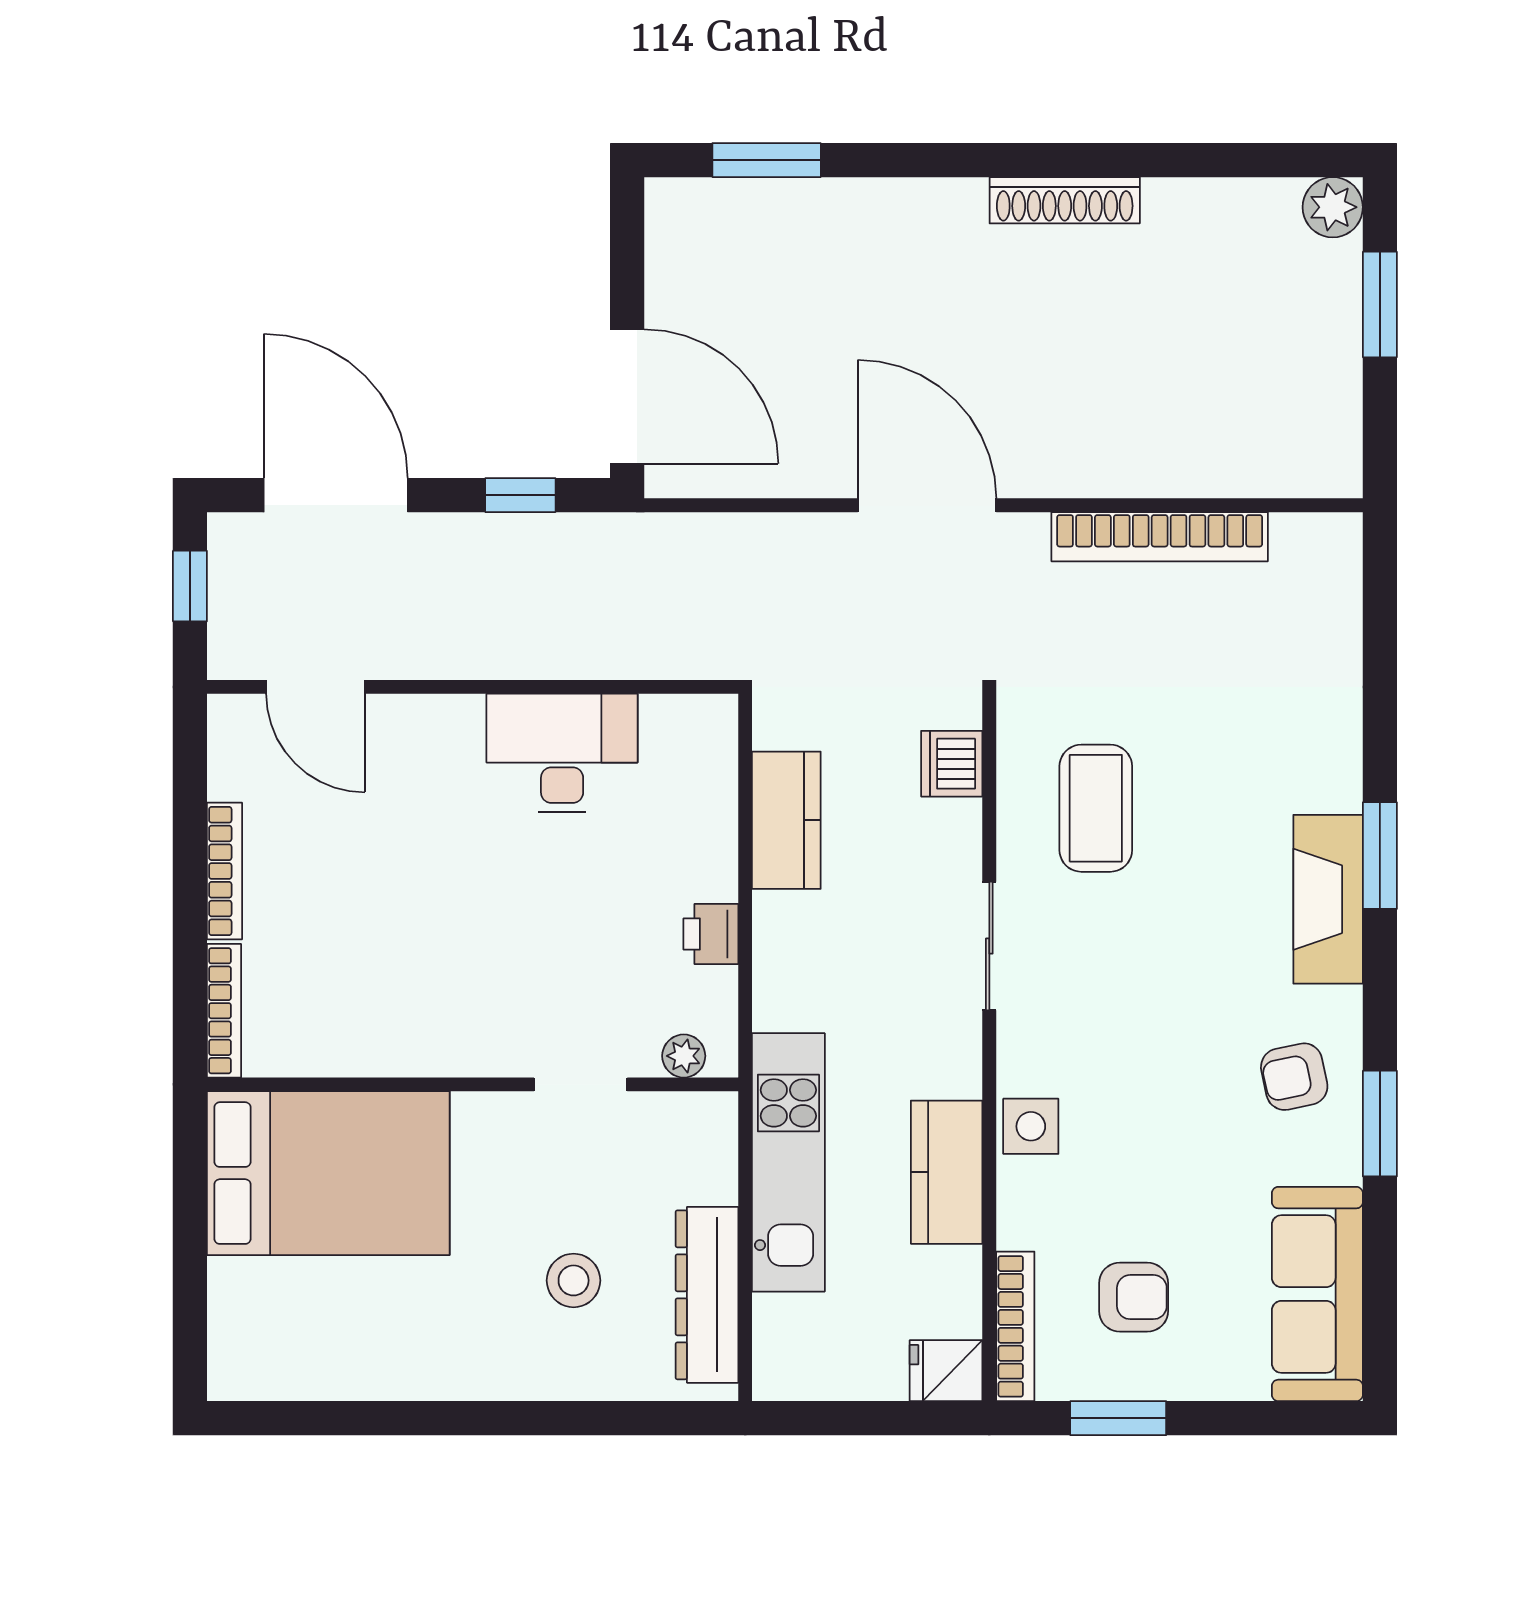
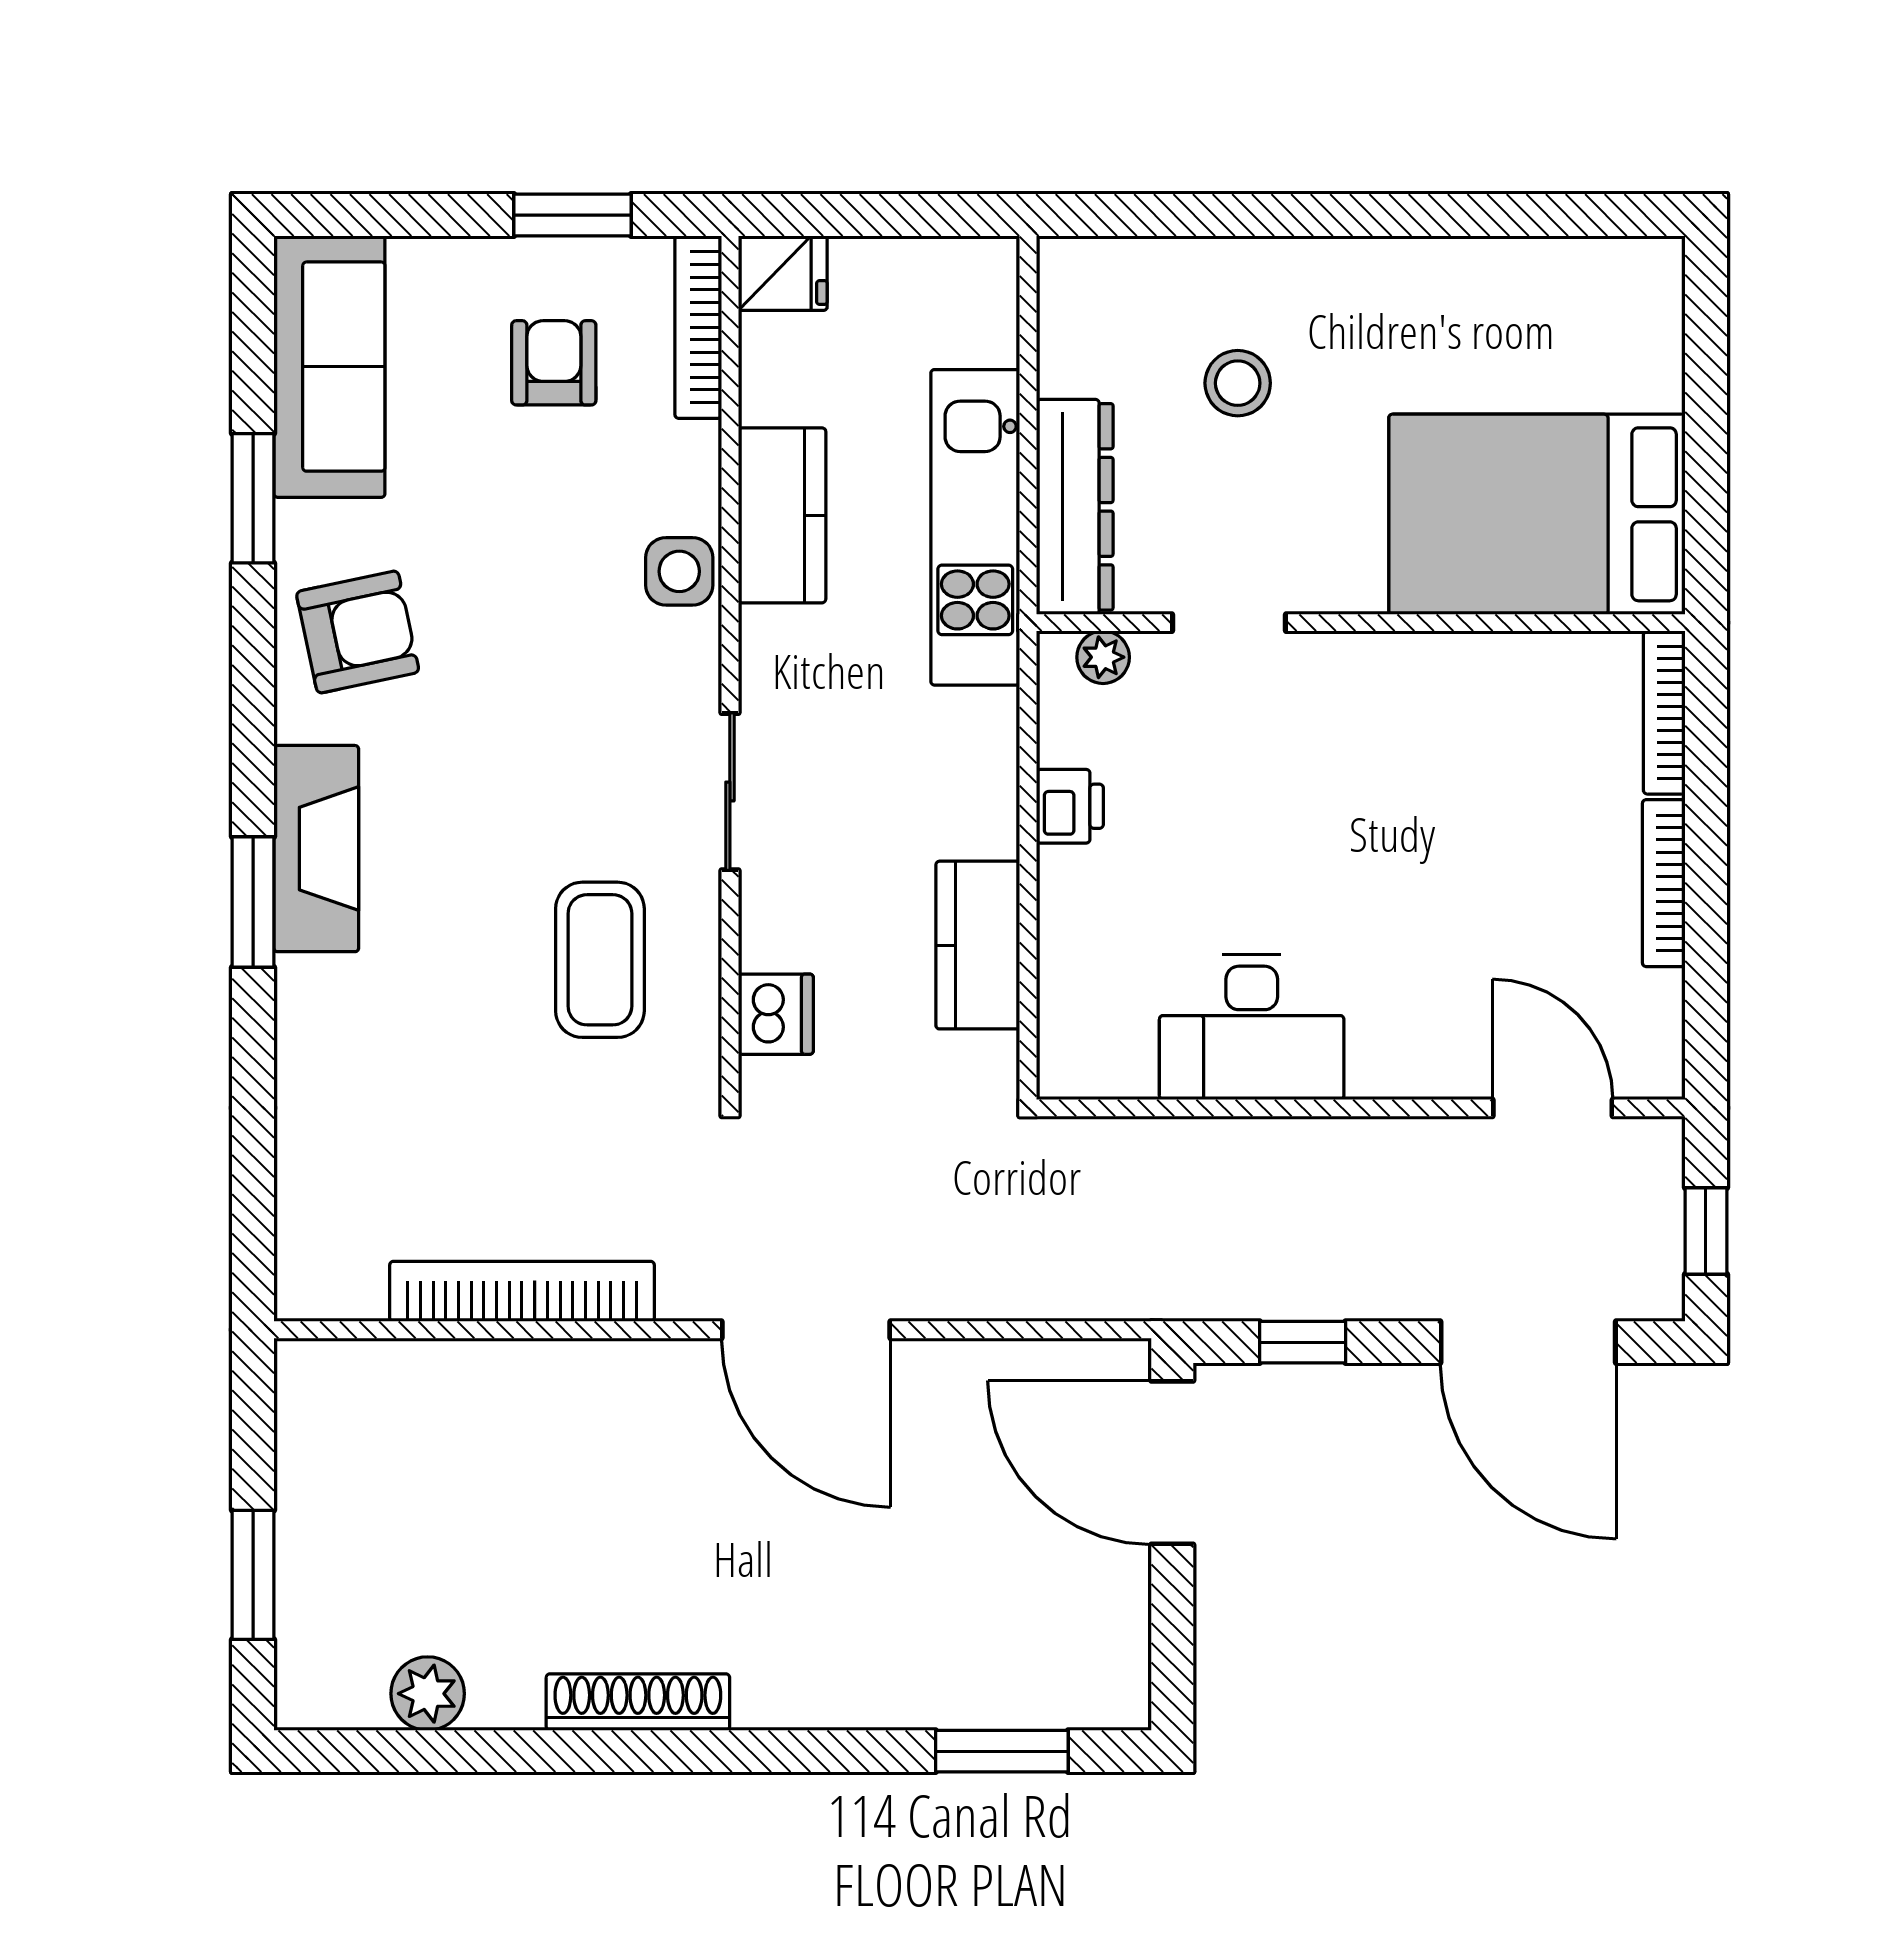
plant: (1333, 207) -> (428, 1694), moved
armchair: (1294, 1077) -> (358, 632), width x1.38, depth x1.38
window: (1380, 1124) -> (253, 498), moved
dresser: (707, 1295) -> (1075, 507), moved
armchair: (1134, 1297) -> (554, 363), turned 90

